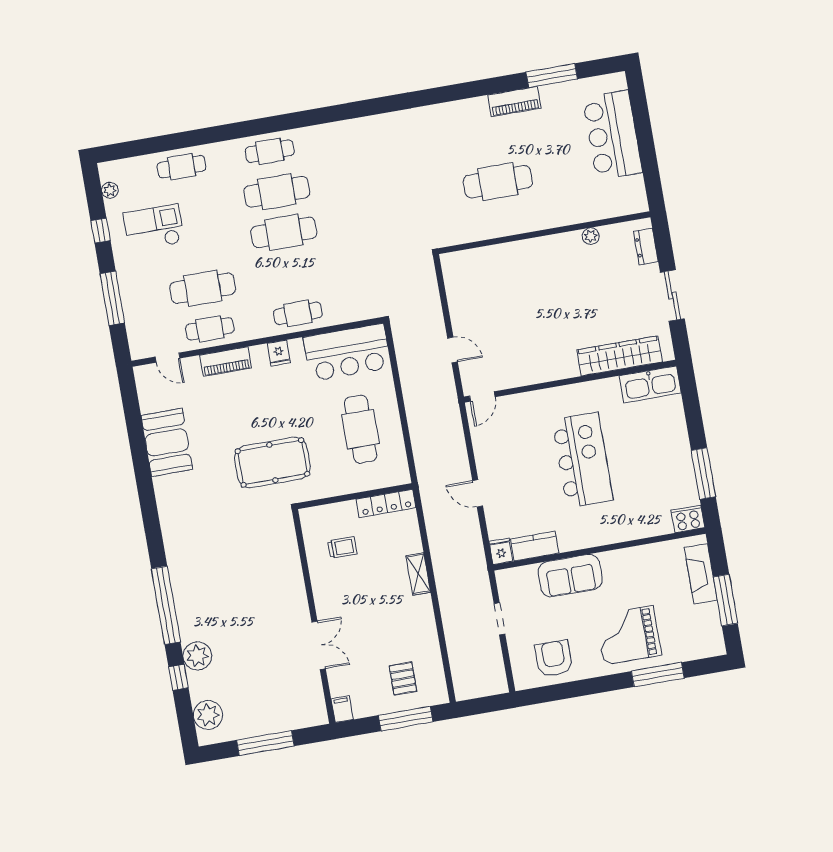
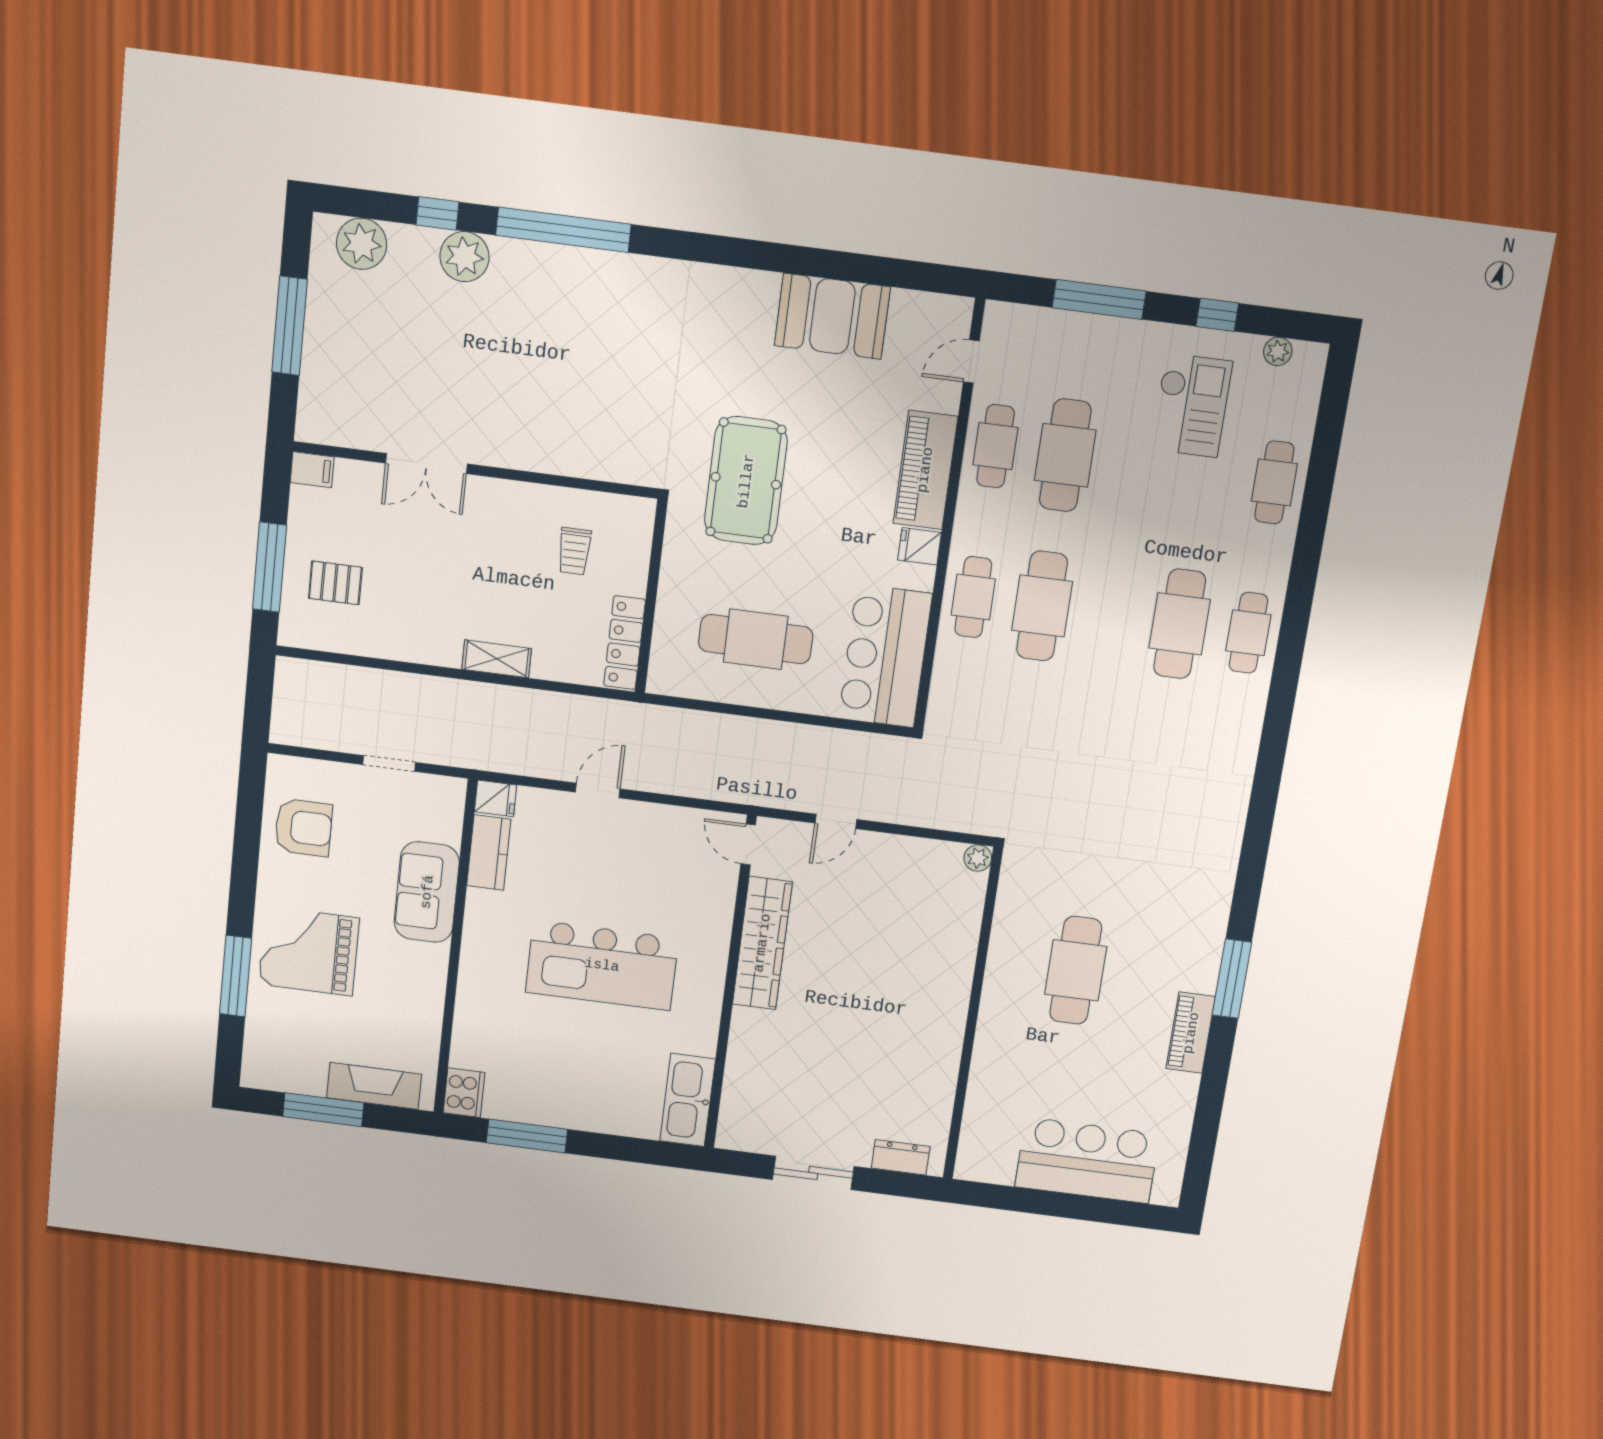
window: (552, 76) -> (1232, 979), moved
cafe table: (284, 232) -> (1042, 606), moved
plant: (591, 236) -> (978, 858), moved
wardrobe: (620, 356) -> (762, 943), moved
piano: (226, 362) -> (925, 470), width x1.37, depth x1.33
grand piano: (628, 635) -> (309, 951), turned -90

